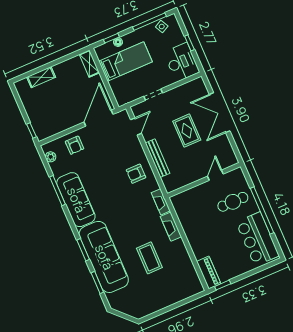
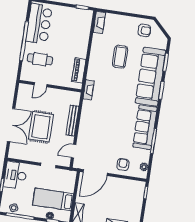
rug: (187, 131) -> (41, 127), width x1.36, depth x1.43
armchair: (136, 174) -> (144, 30), moved
fireplace: (171, 227) -> (99, 22), moved
piano: (209, 273) -> (79, 70), moved

